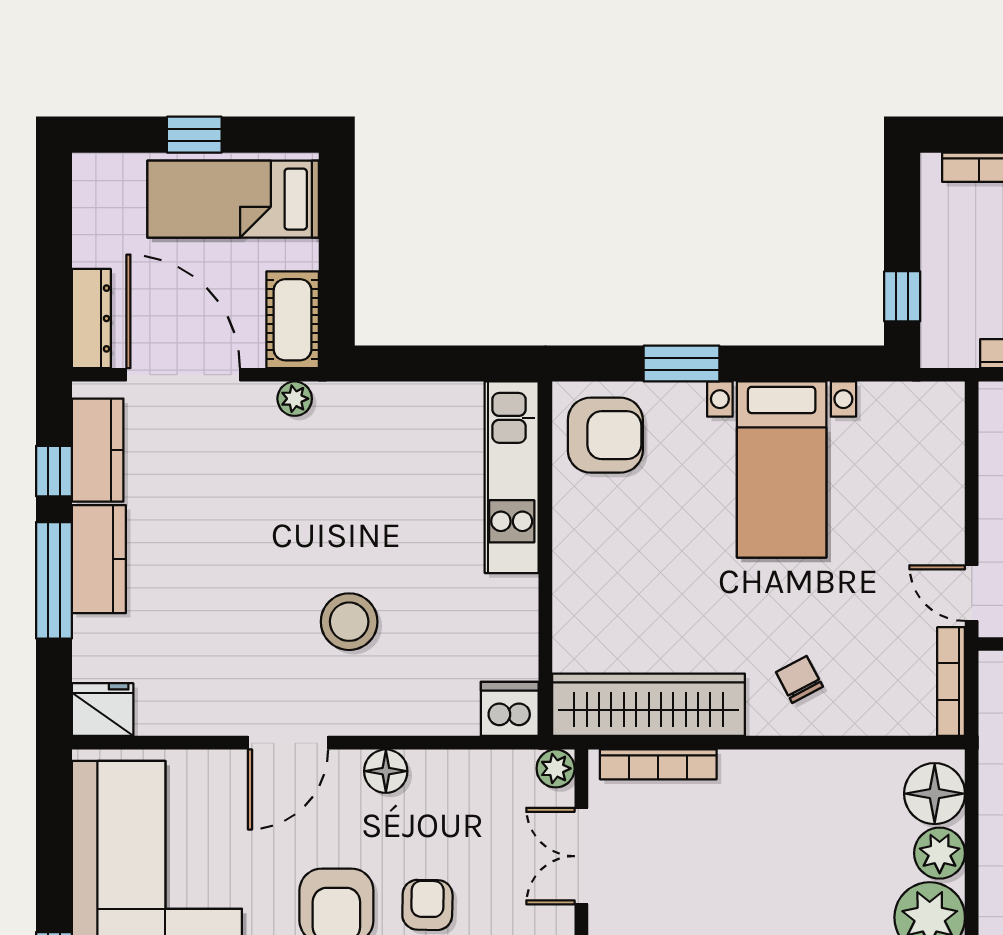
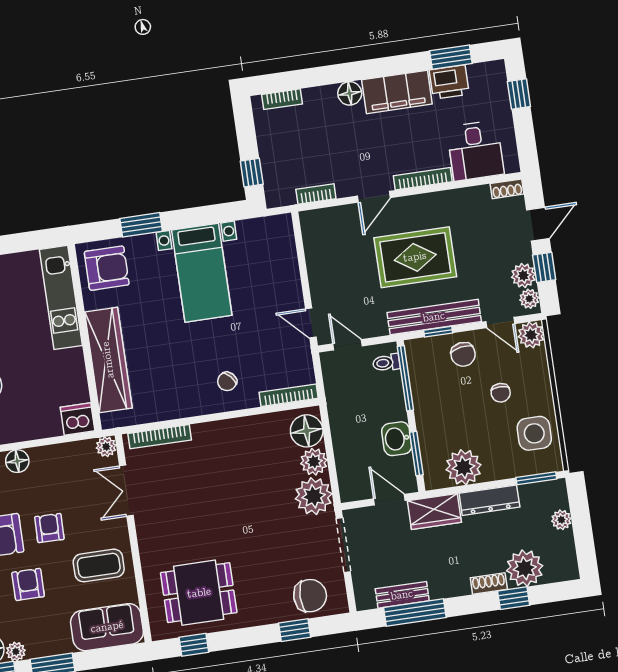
chair: (799, 679) -> (227, 381), turned -104
bookcase: (951, 682) -> (289, 395), moved, turned 90
wardrobe: (649, 705) -> (108, 360), moved, turned 90

